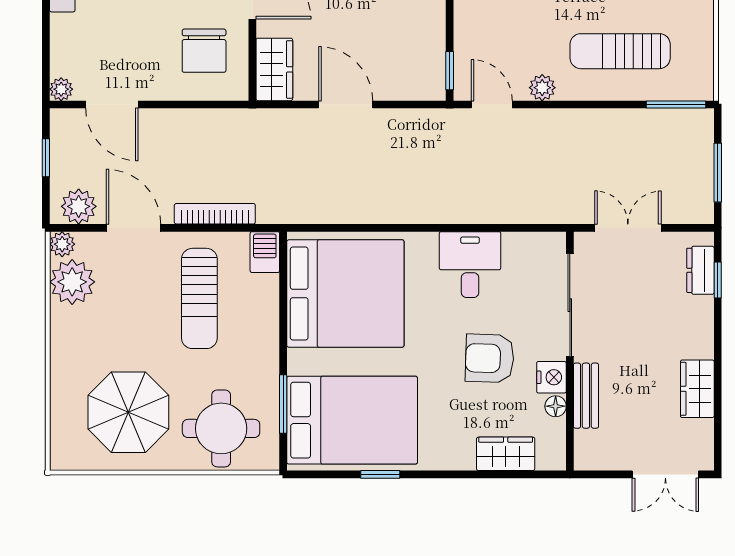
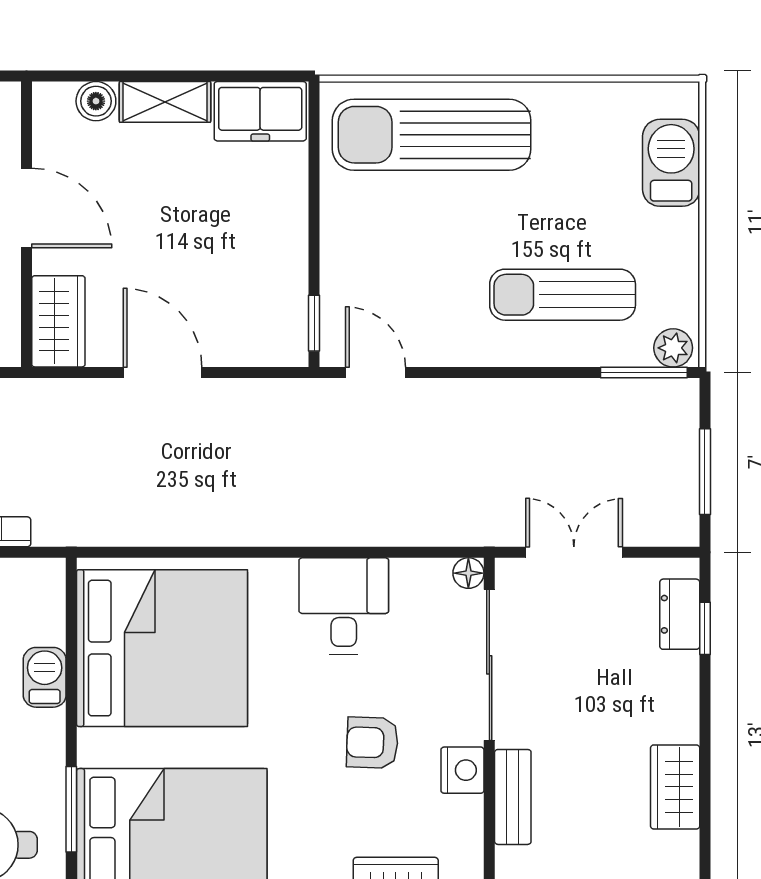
plant: (542, 88) -> (673, 348), moved
barbecue: (265, 252) -> (45, 677), moved
armchair: (490, 358) -> (372, 743), width x0.72, depth x0.72
floor lamp: (556, 406) -> (468, 573), moved

